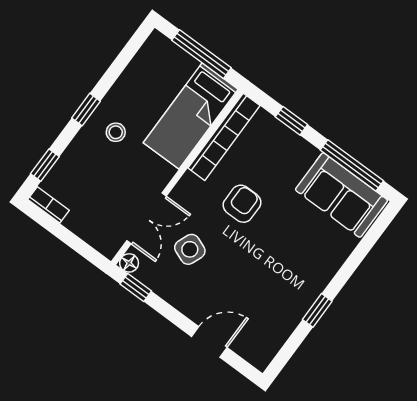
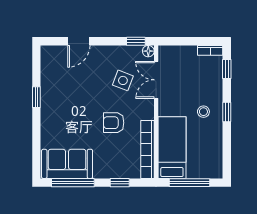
armchair: (242, 204) -> (114, 123), turned 90

